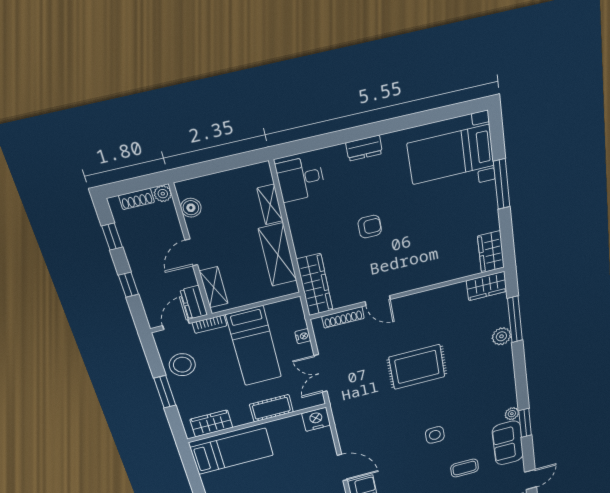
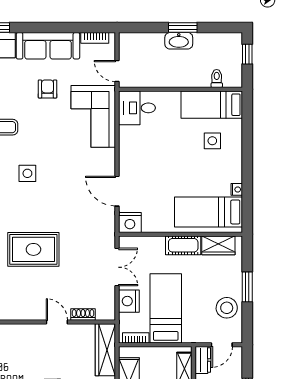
shoe rack: (343, 317) -> (83, 315), width x0.70
bookcase: (210, 324) -> (136, 338), moved
nightstand: (303, 336) -> (129, 301), width x1.89, depth x1.79
cot: (271, 408) -> (183, 245), moved
door: (342, 468) -> (117, 191), moved
nightstand: (207, 479) -> (237, 189), added

